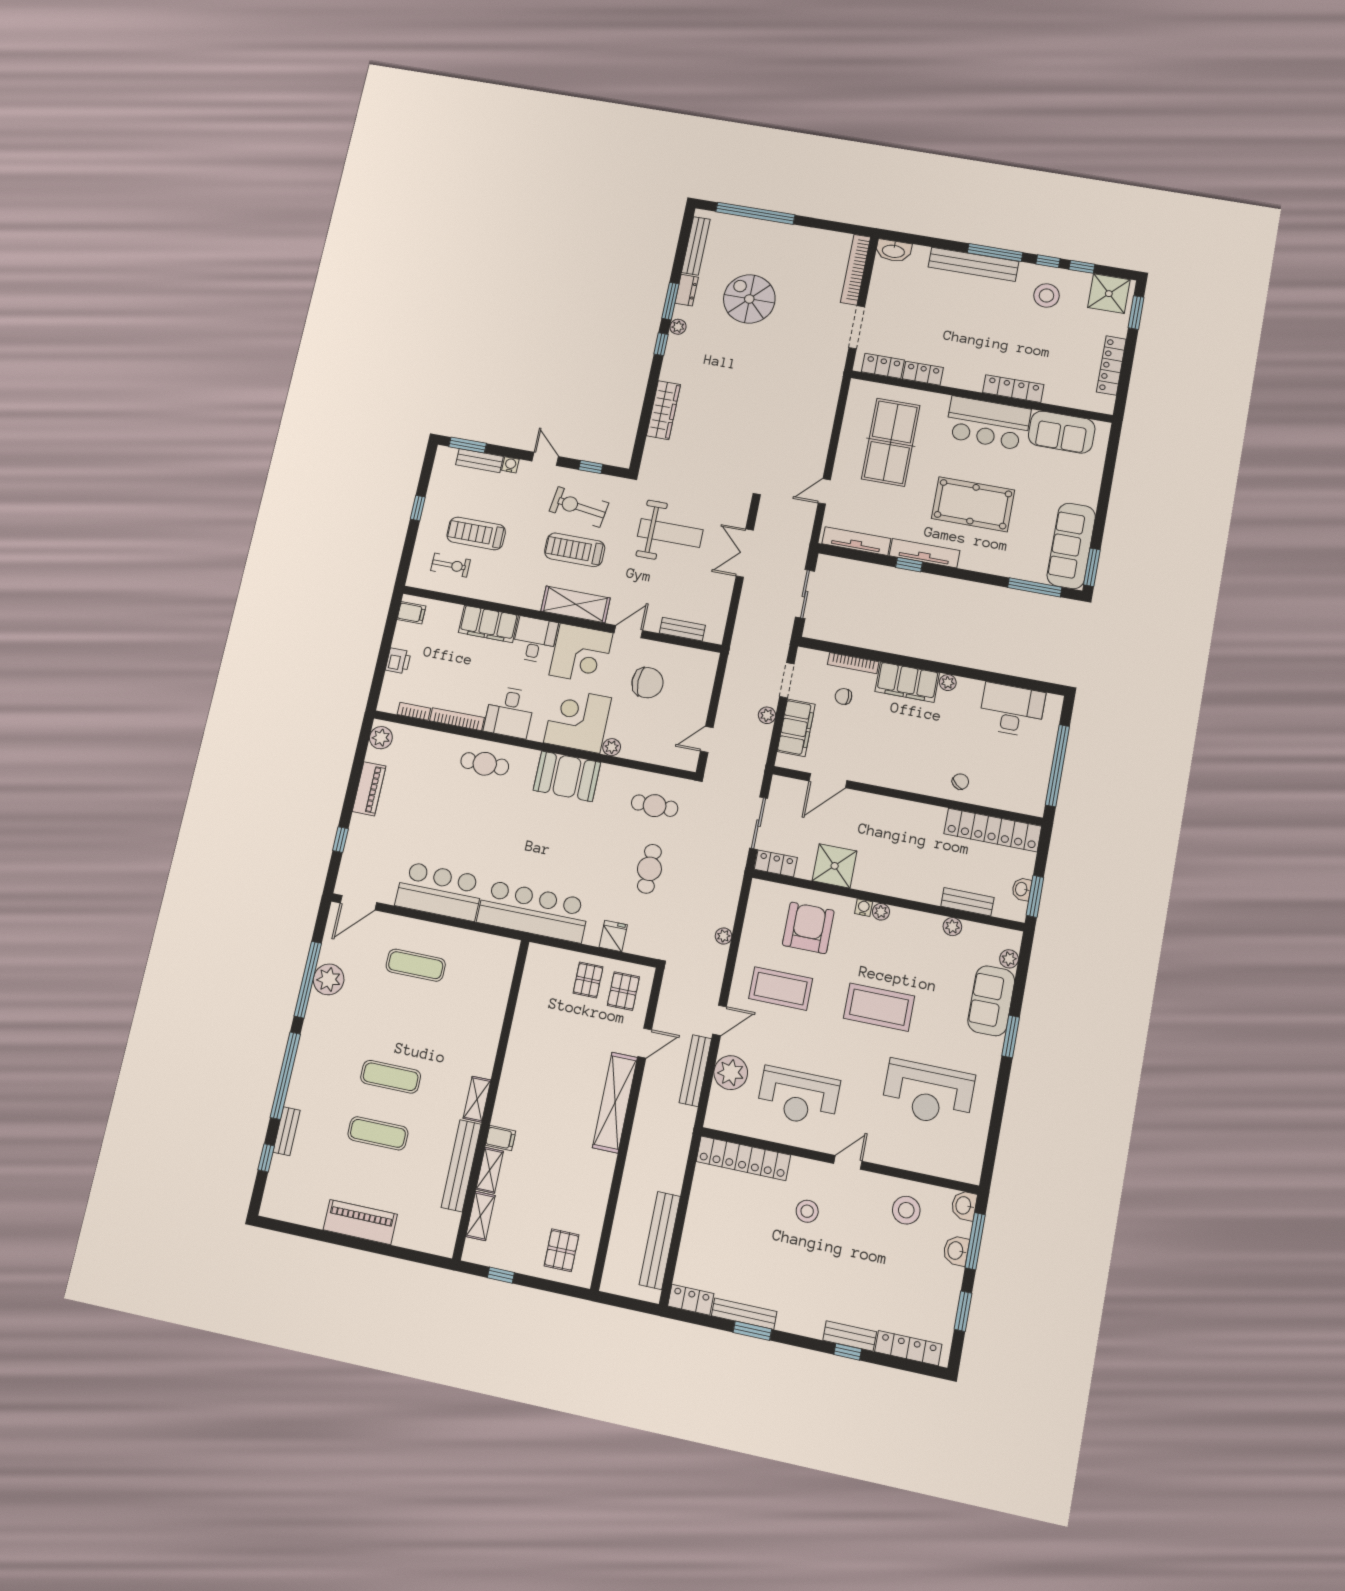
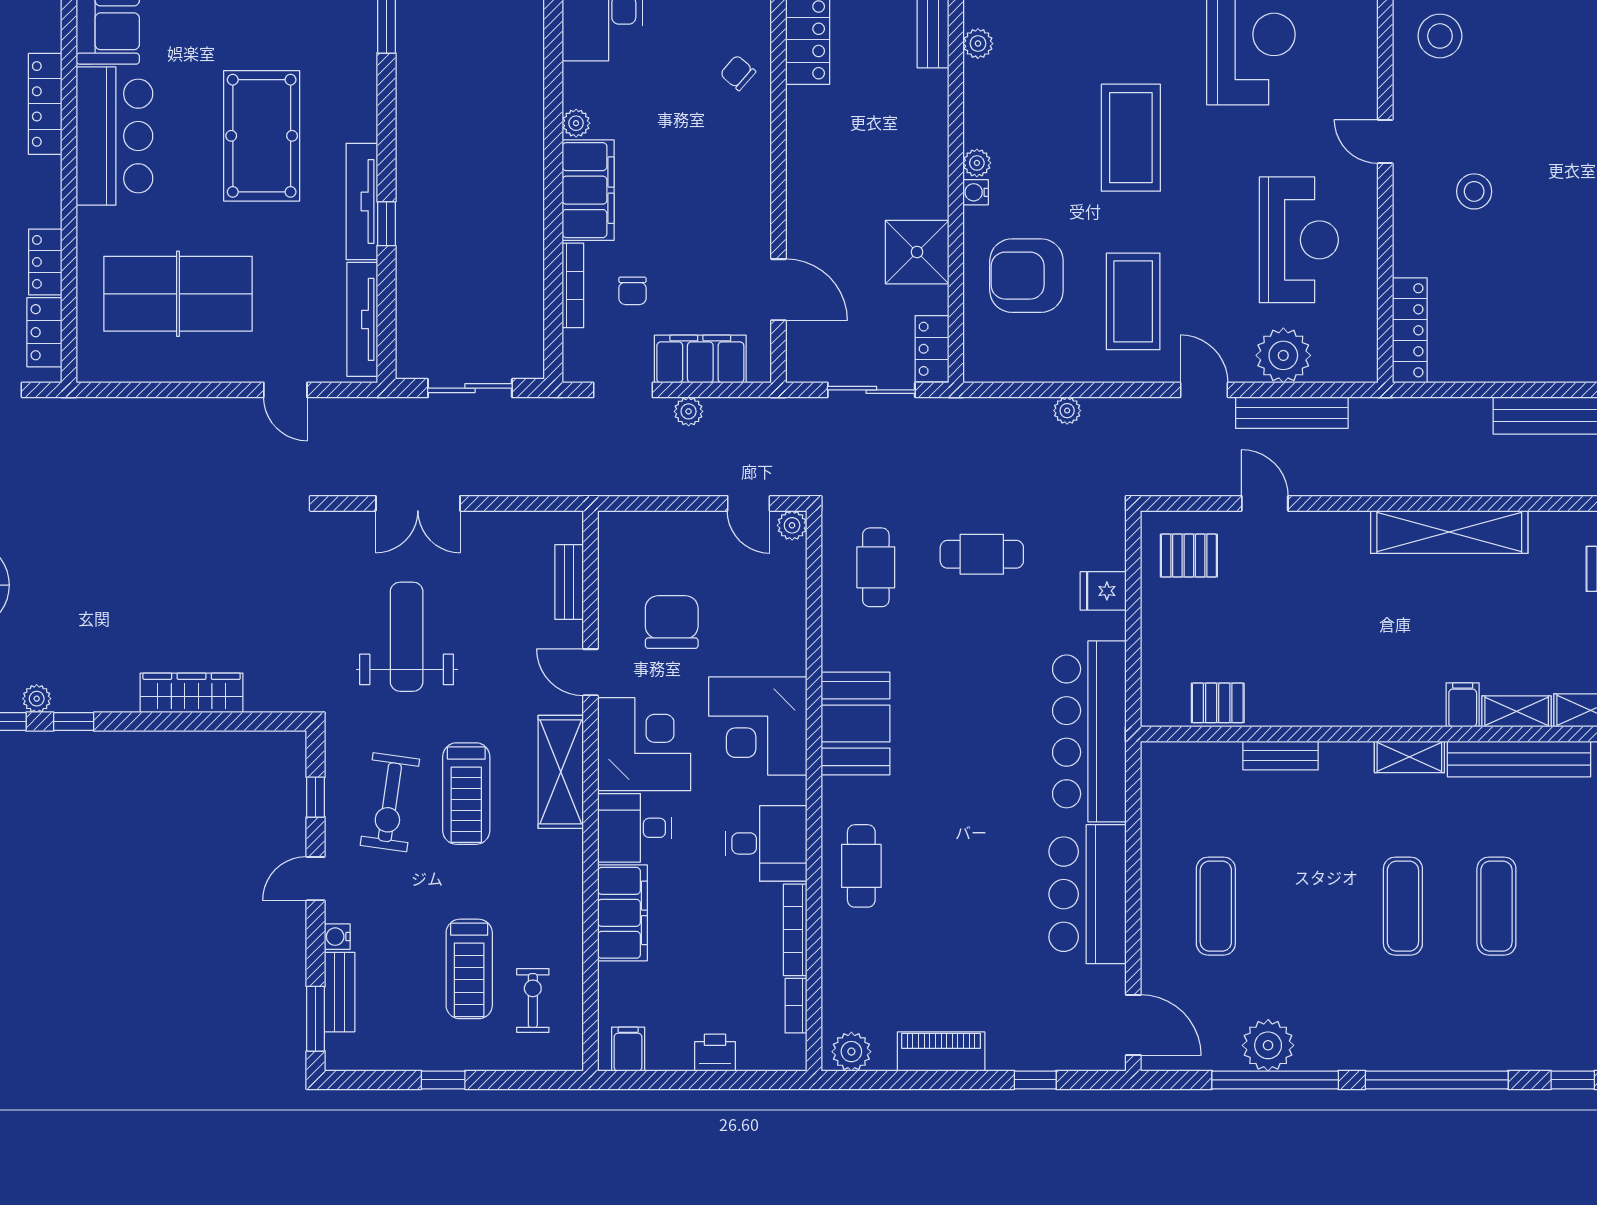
plant: (612, 747) -> (792, 525), moved
pallet: (588, 980) -> (1218, 703), moved
shelving: (615, 1102) -> (1449, 532), moved
bench: (286, 1131) -> (1281, 756), moved
locker: (743, 1158) -> (1410, 330), width x0.71, depth x0.83

